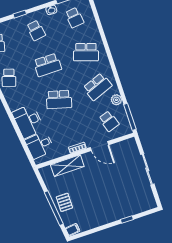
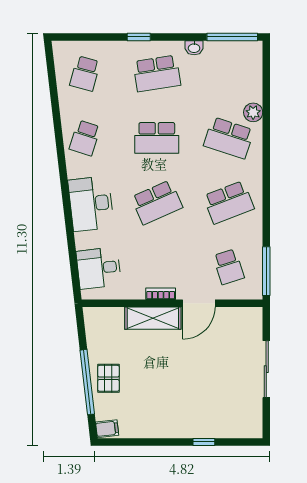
school desk: (74, 18) -> (229, 73), removed
school desk: (36, 30) -> (157, 73), width x1.85
school desk: (59, 99) -> (157, 202), turned -39
plant: (116, 100) -> (253, 112), moved
desk: (28, 121) -> (91, 204), moved
door: (99, 146) -> (199, 303), hinge flipped
shelving: (67, 166) -> (153, 318), moved

